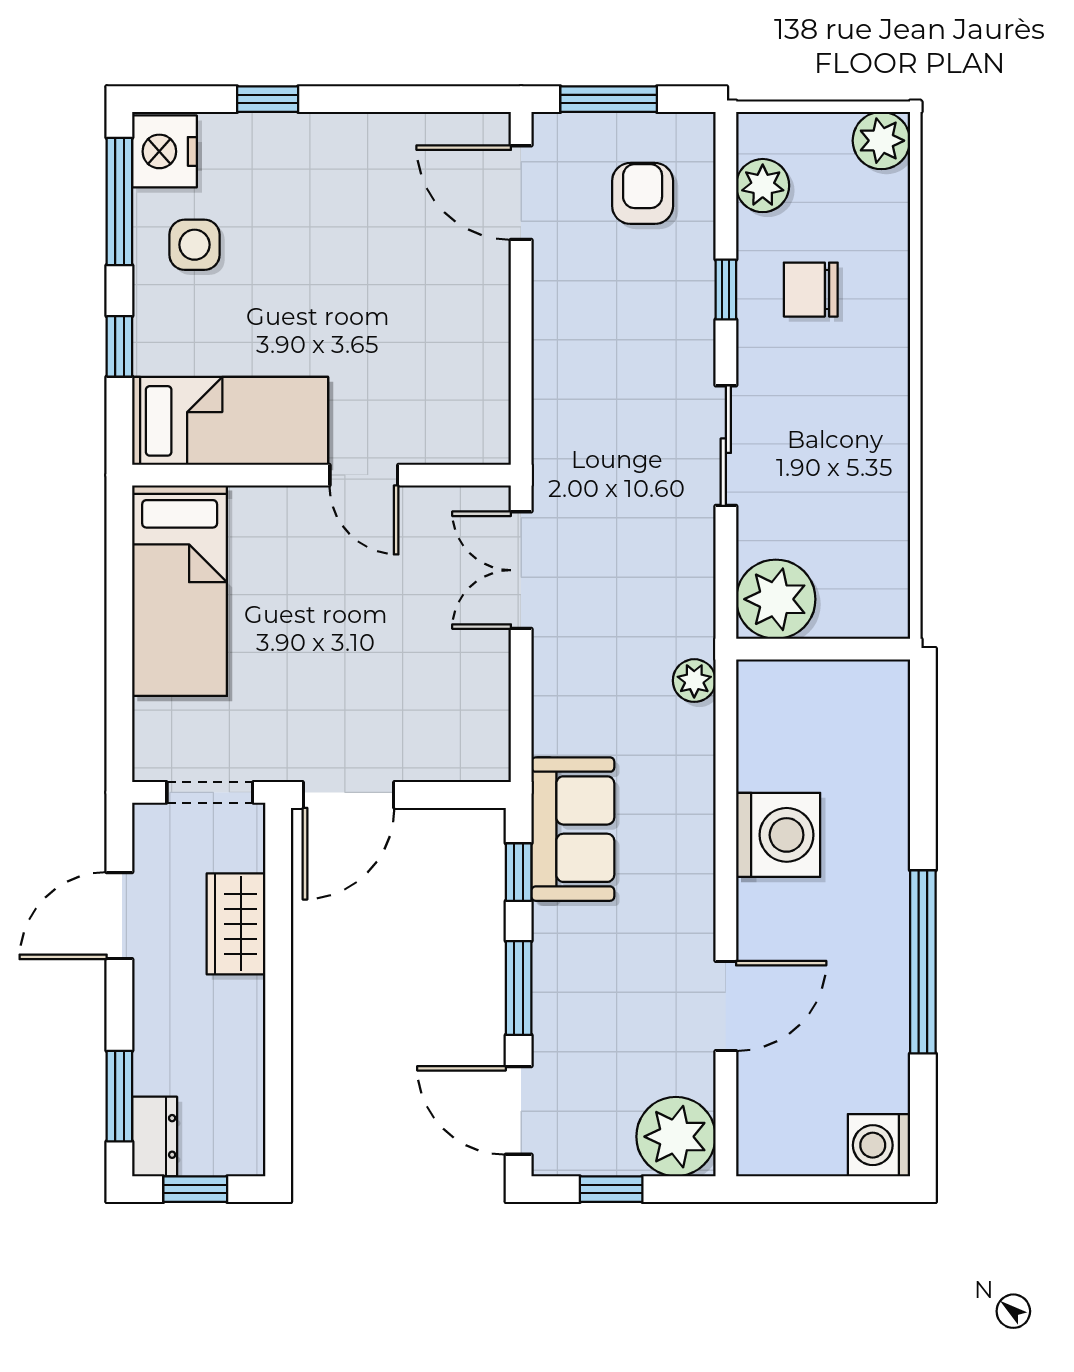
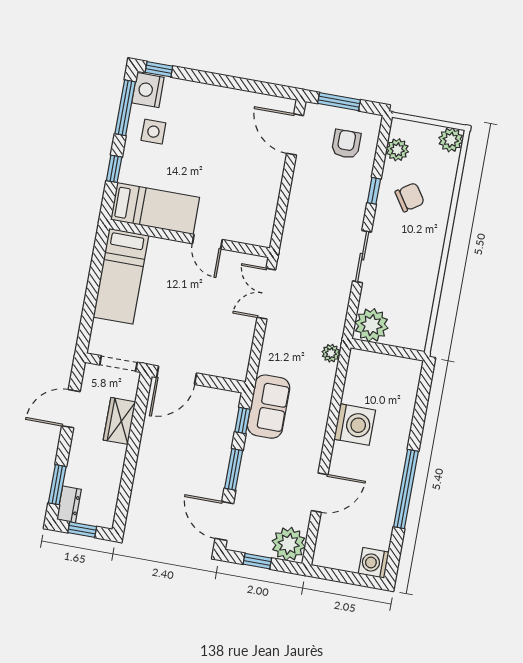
window: (268, 99) -> (159, 69), moved
chair: (811, 290) -> (410, 197), turned 146

